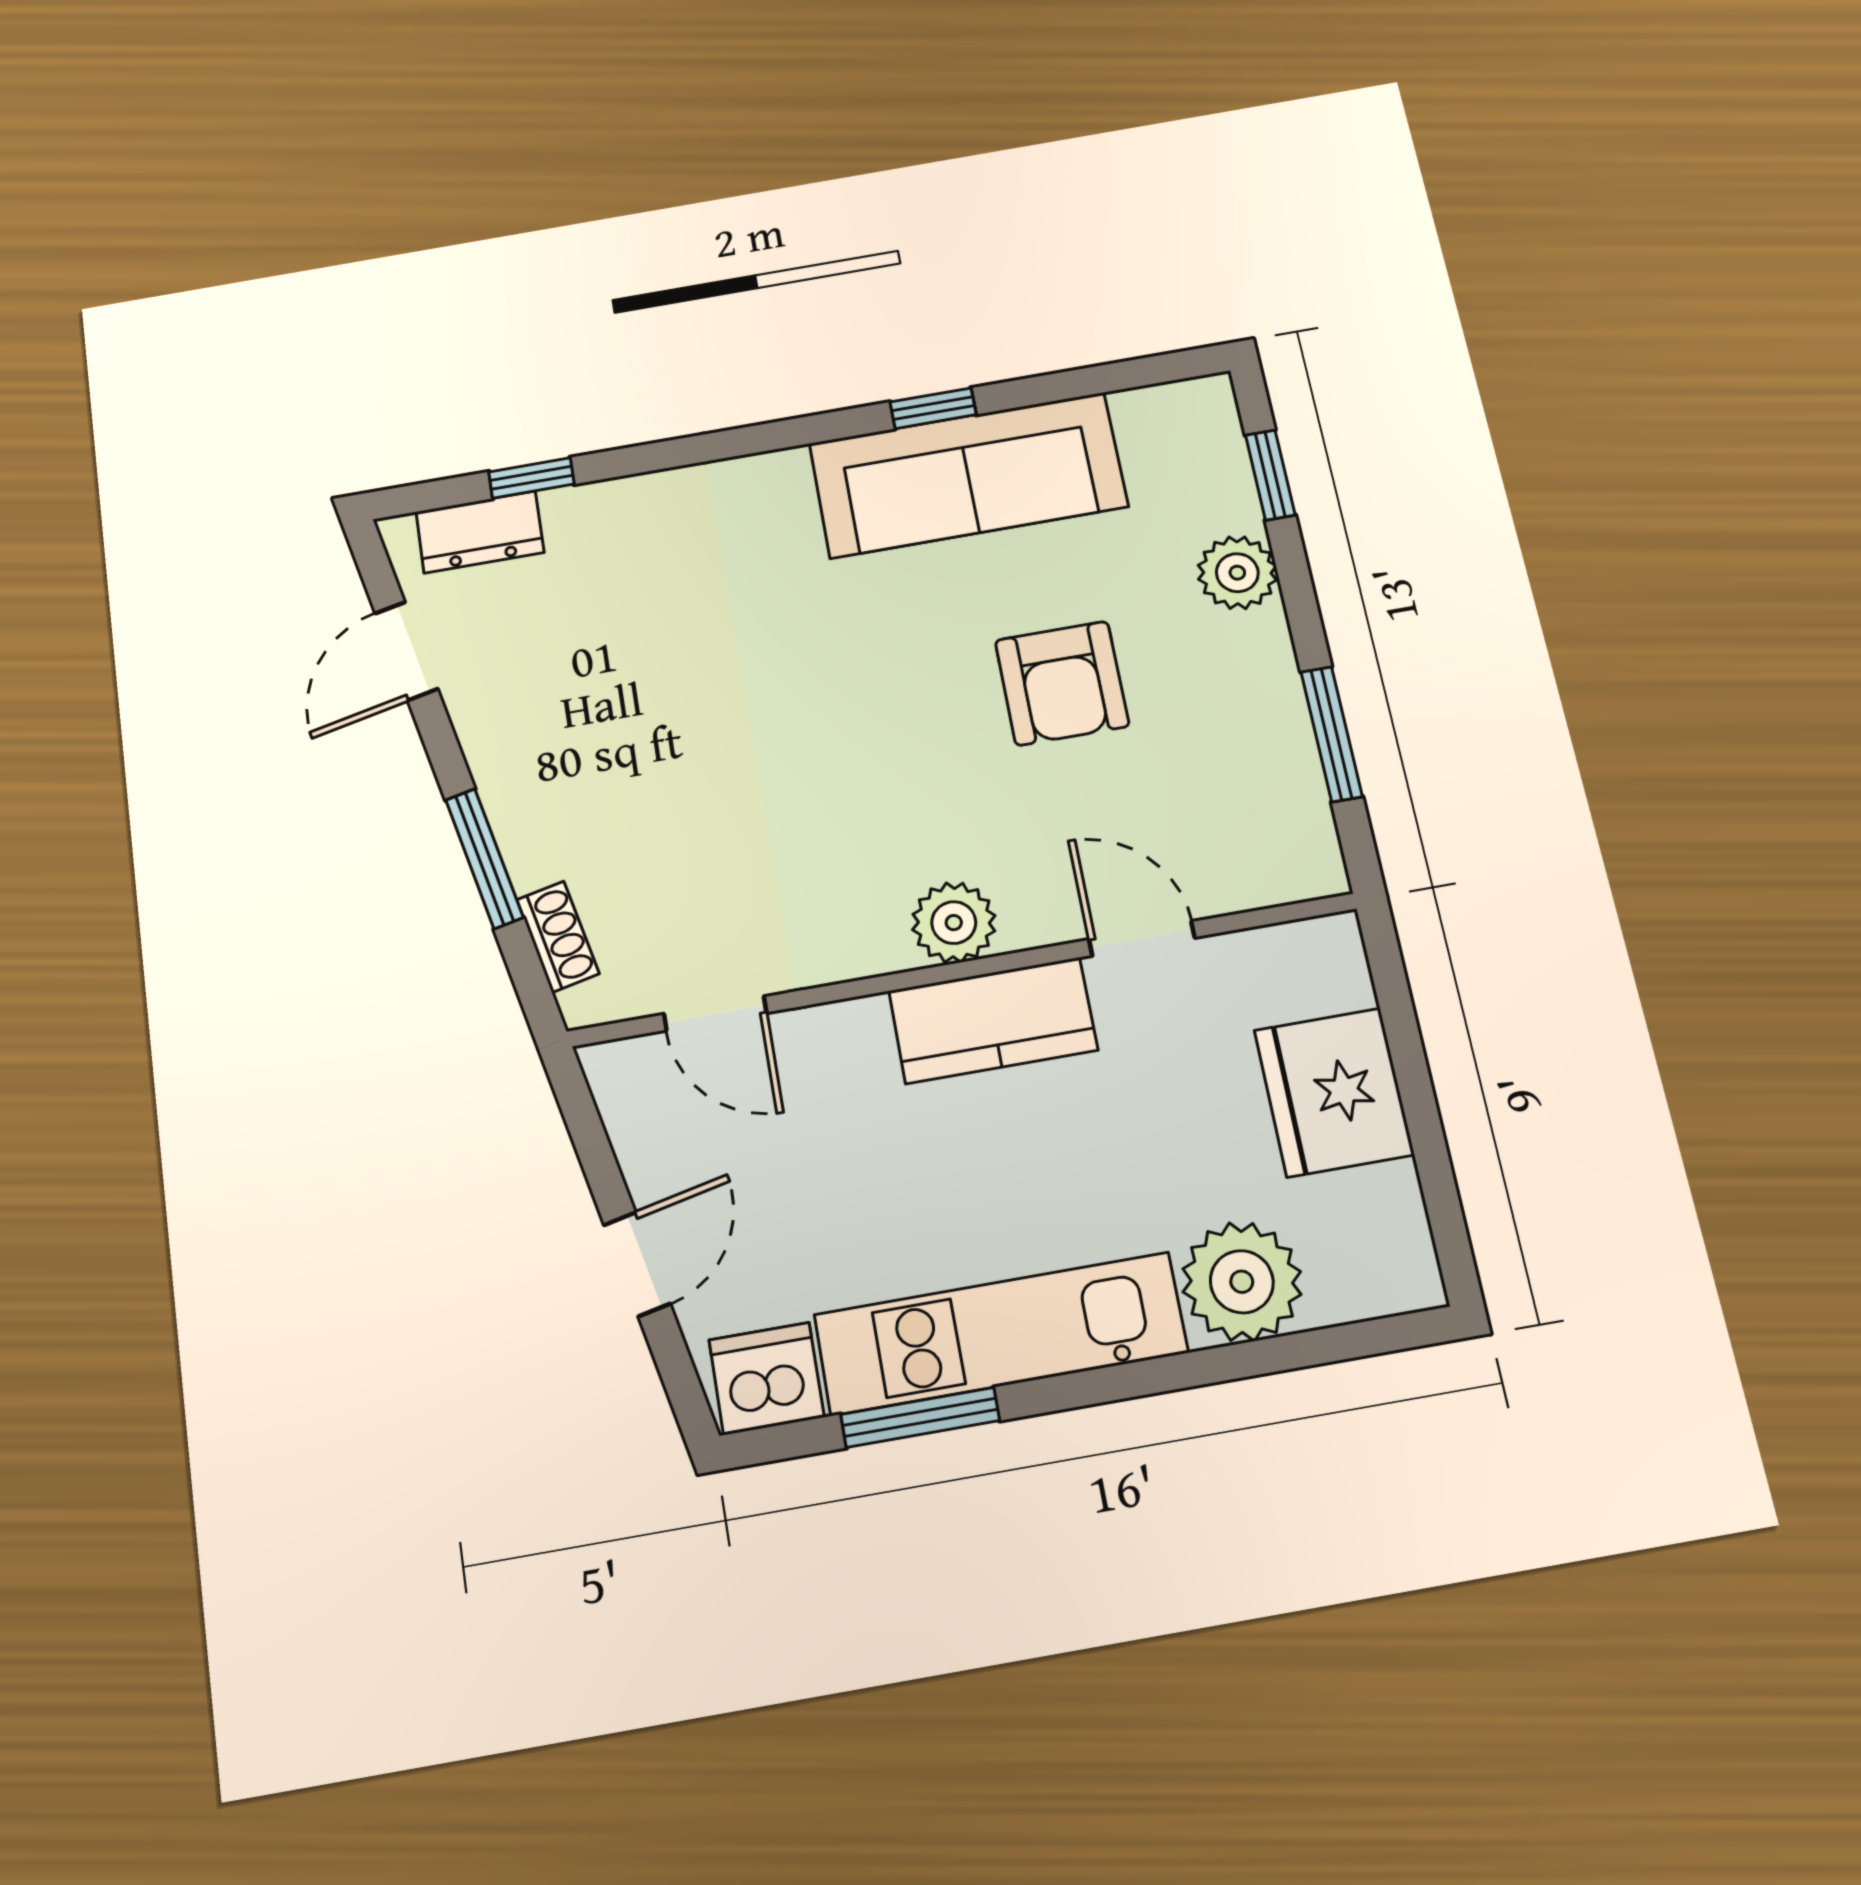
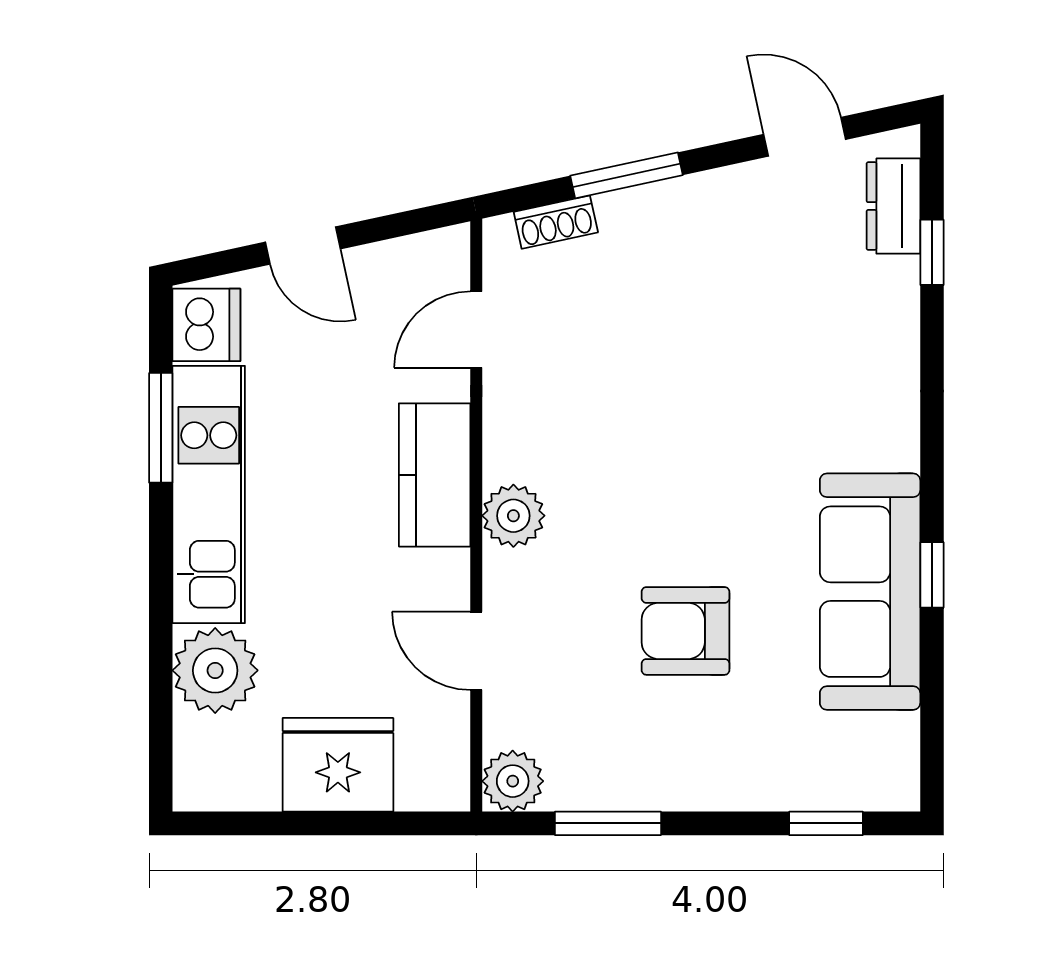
plant: (1237, 573) -> (513, 781), moved
door: (1142, 939) -> (476, 651), swing flipped
kitchen counter: (993, 1020) -> (435, 475), moved

